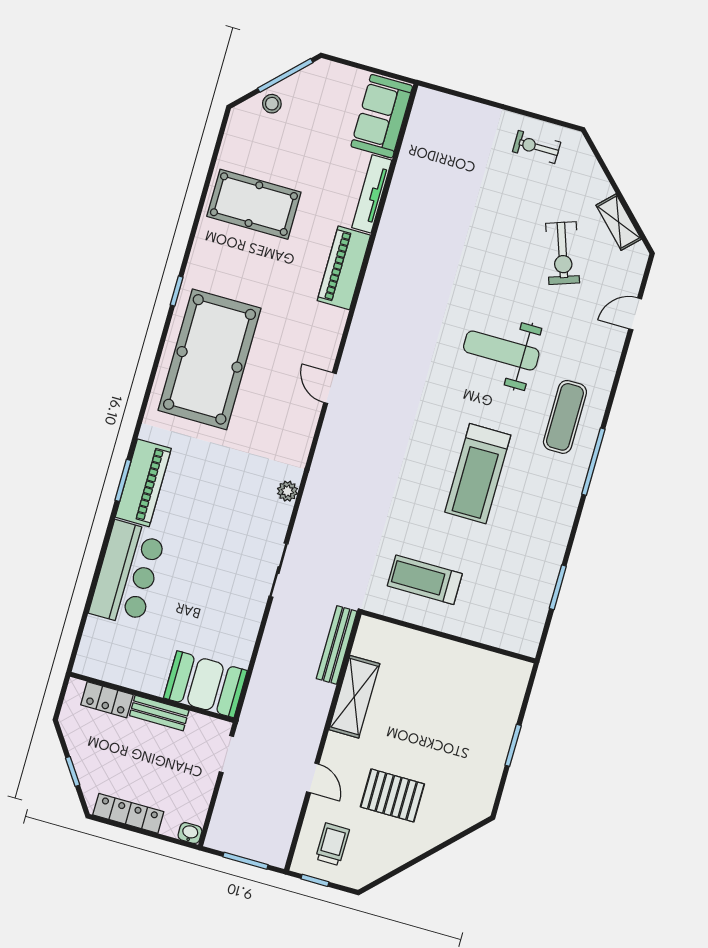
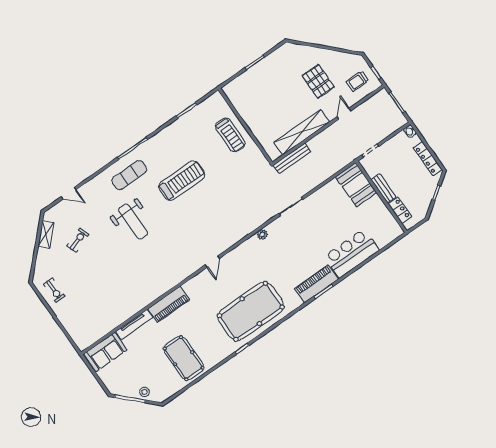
exercise bike: (563, 253) -> (78, 240), width x0.73, depth x0.72
treadmill: (425, 580) -> (230, 135), moved
shelving: (354, 697) -> (302, 132), width x1.47

